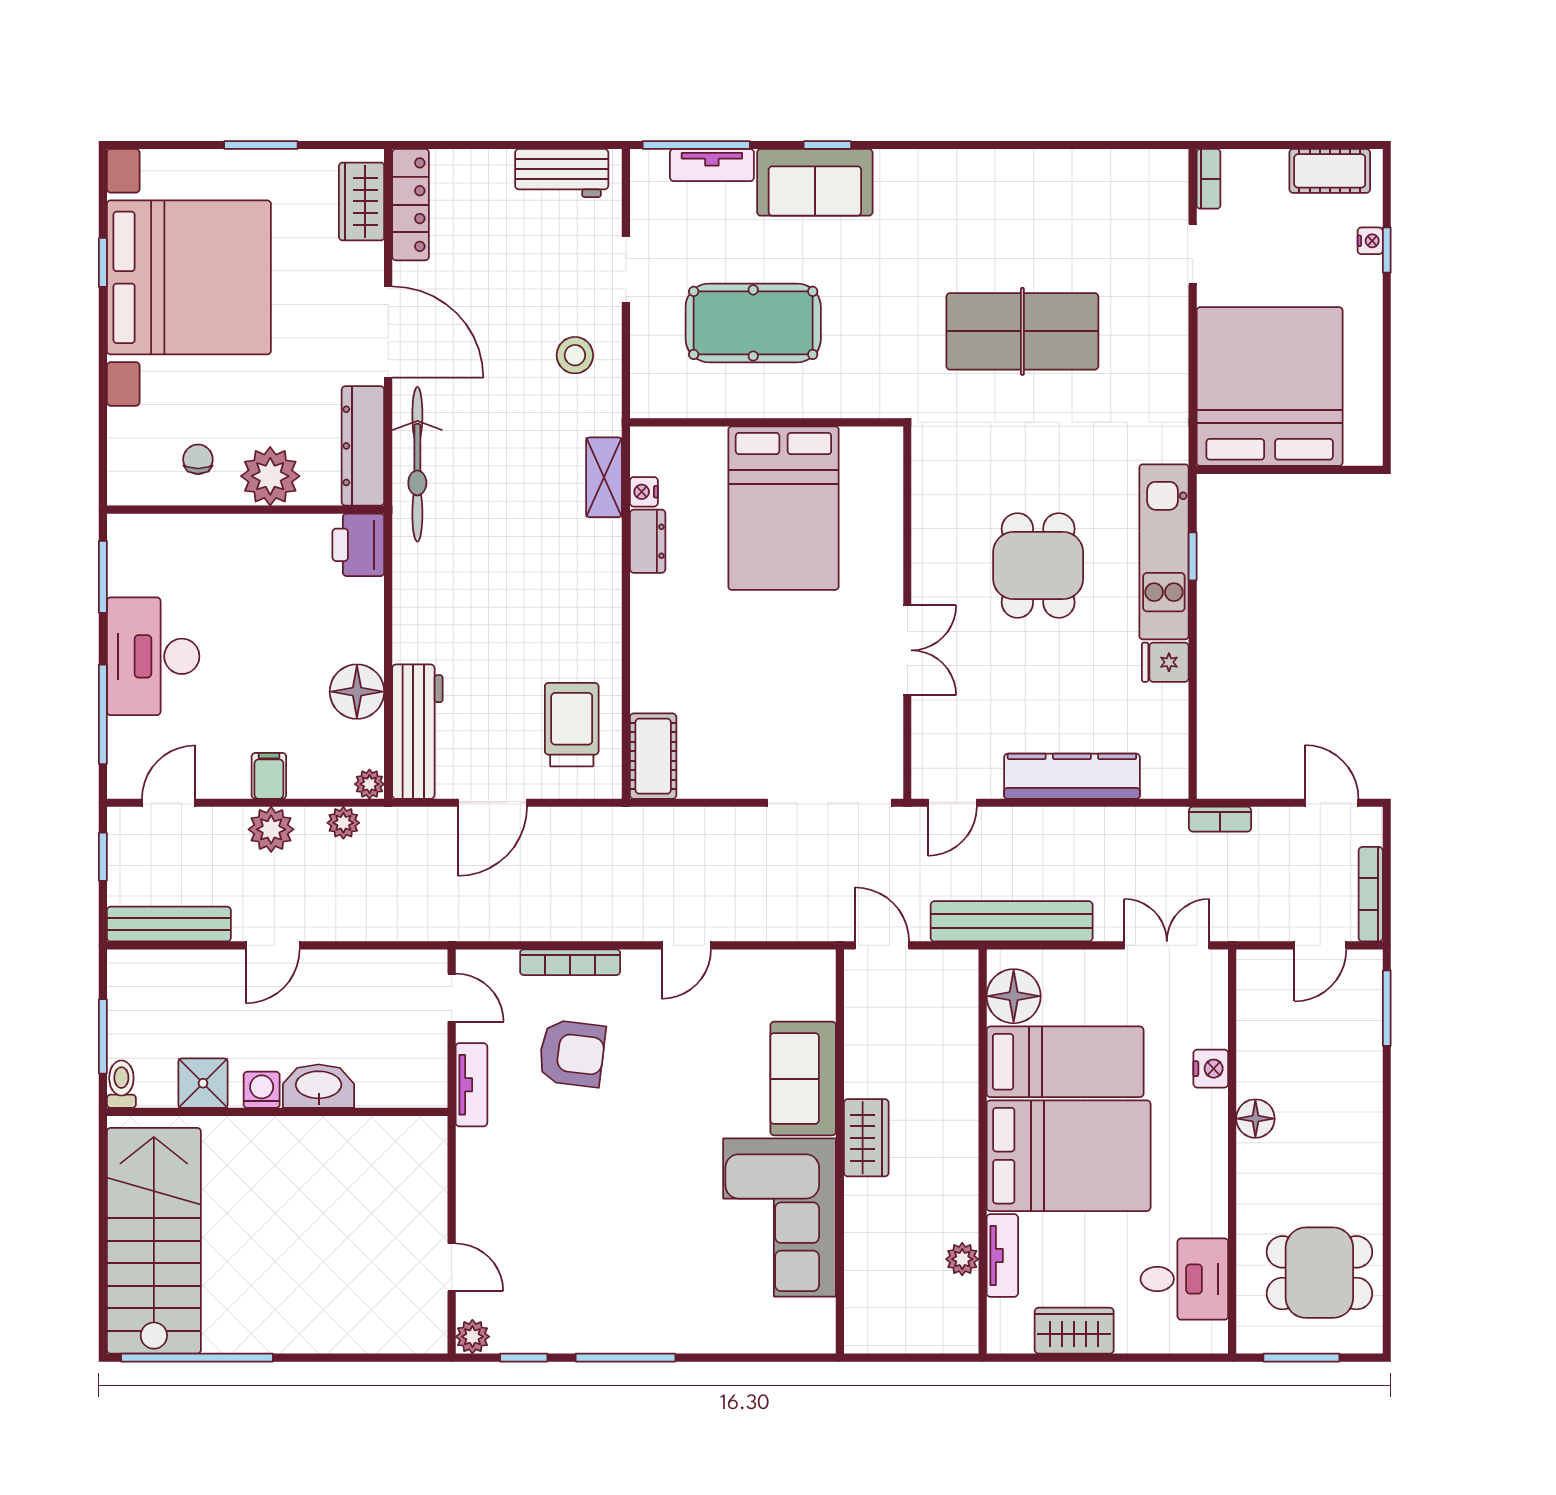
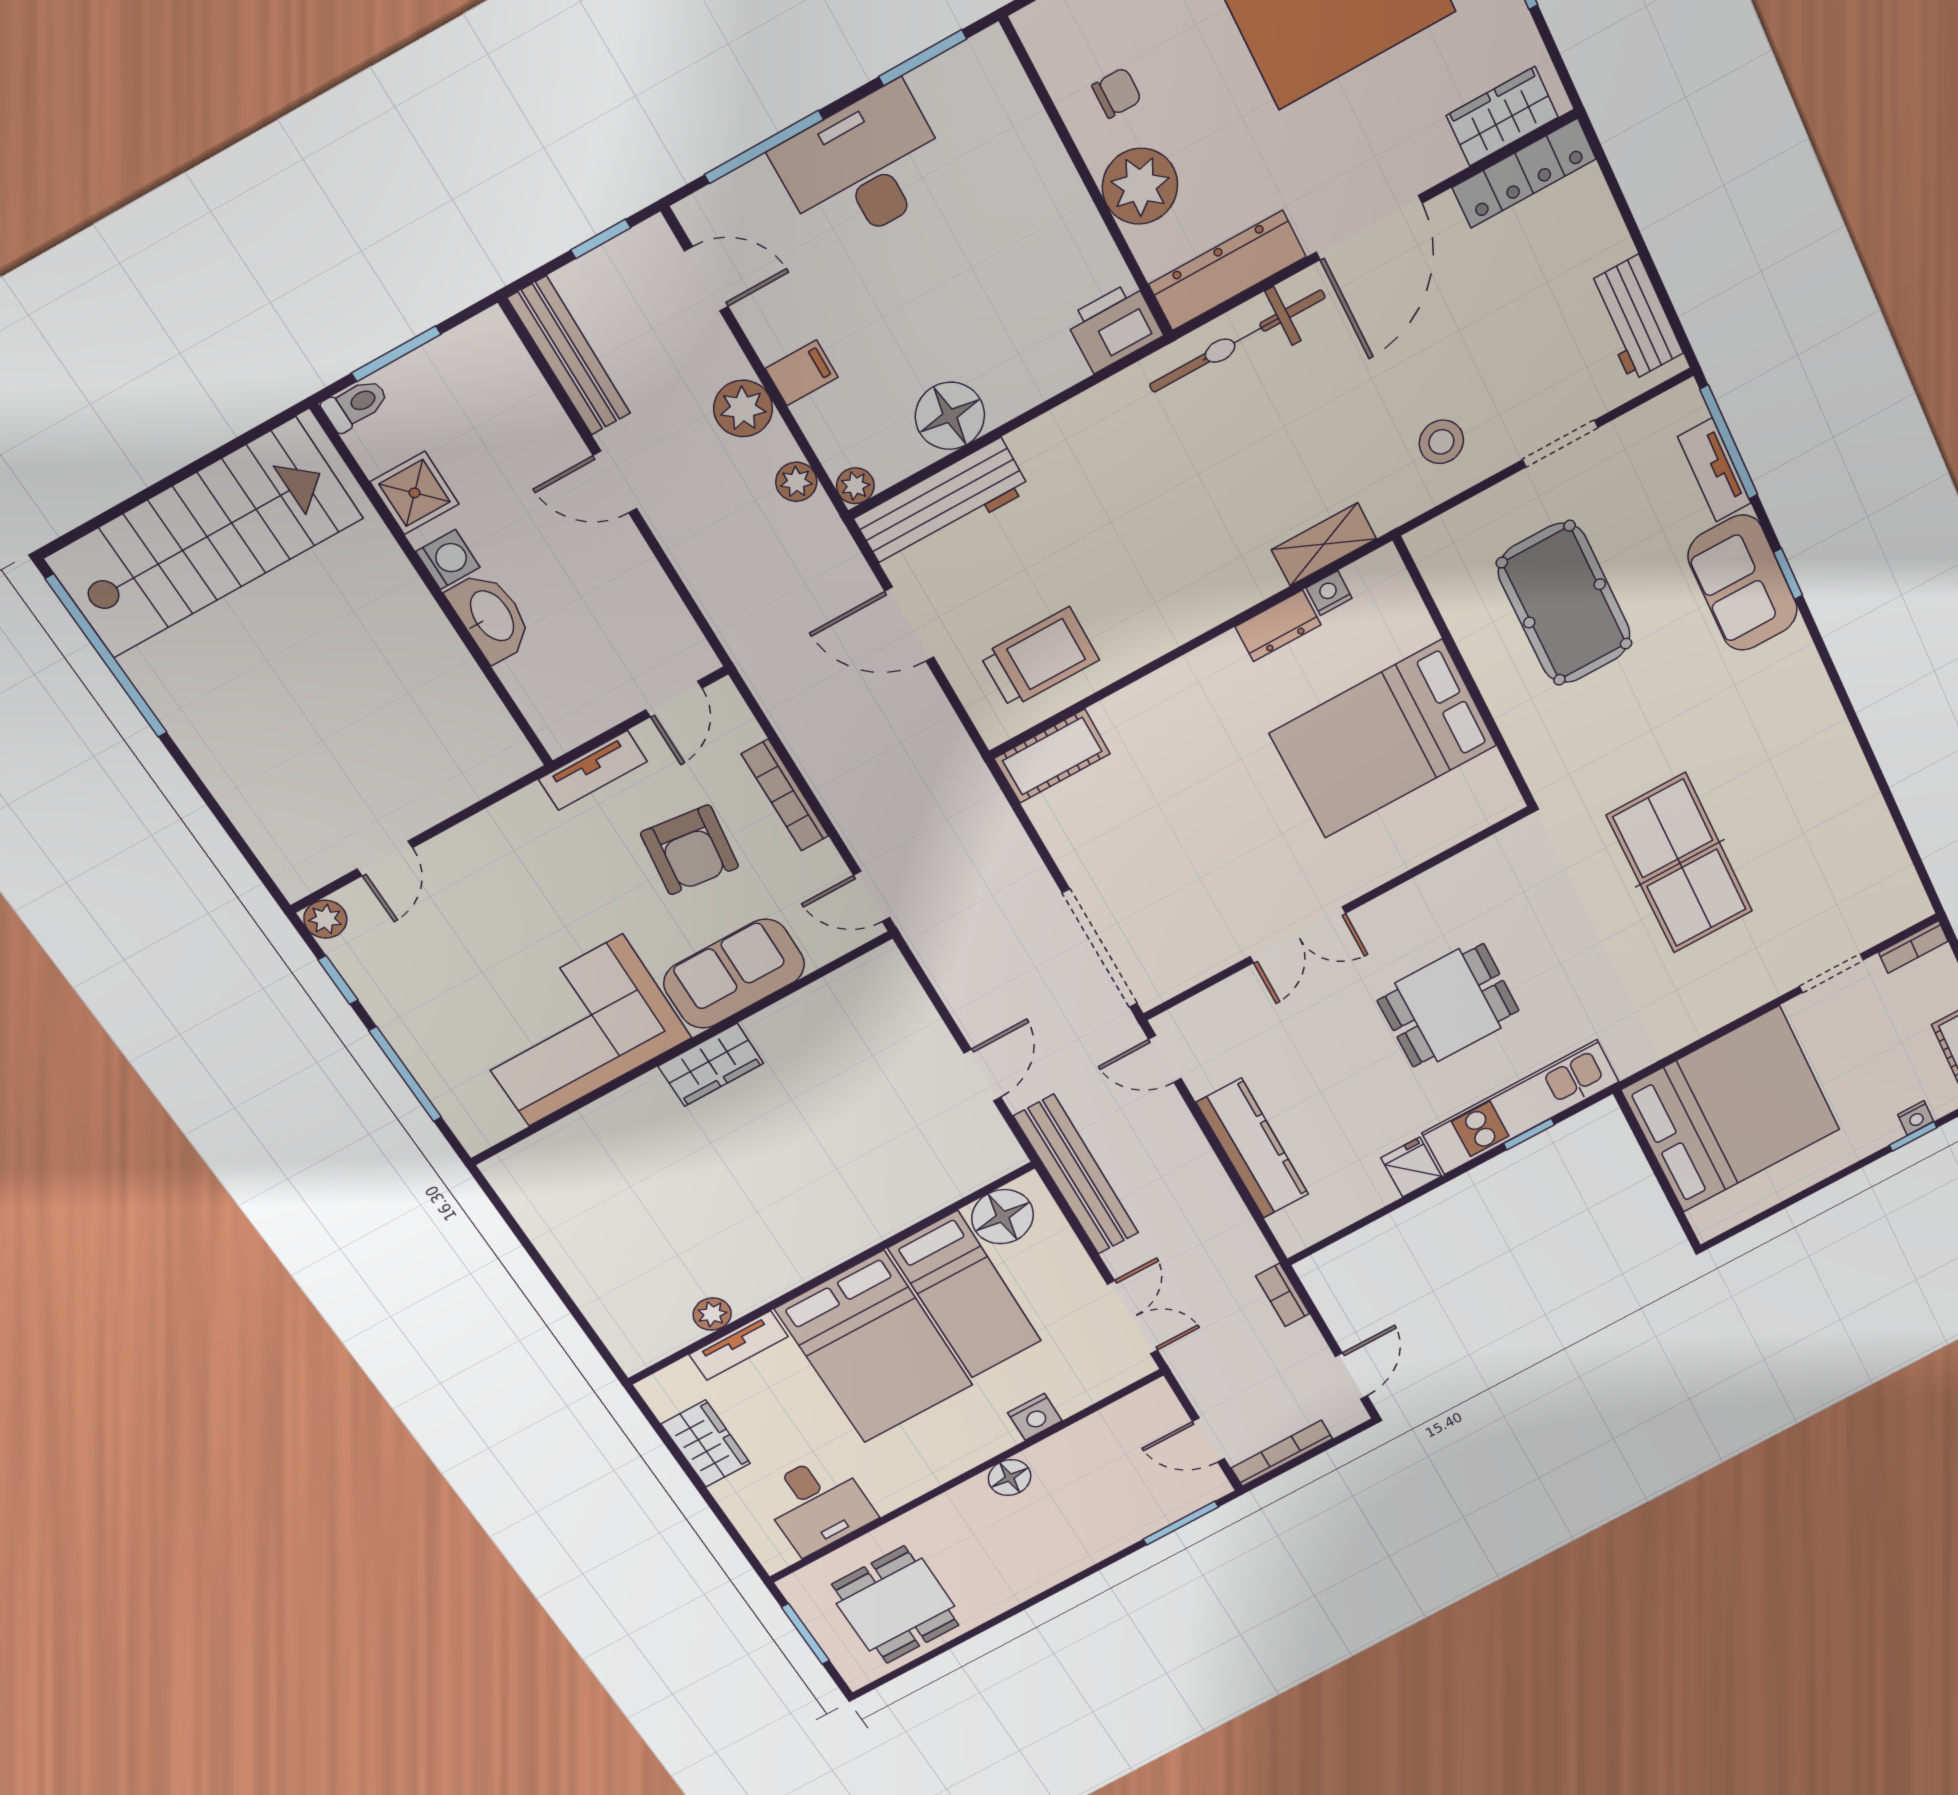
sofa: (803, 1079) -> (734, 974), moved
wardrobe: (866, 1138) -> (711, 1065), moved
wall: (840, 1151) -> (681, 1049), moved
corner sofa: (780, 1218) -> (575, 1031), moved

